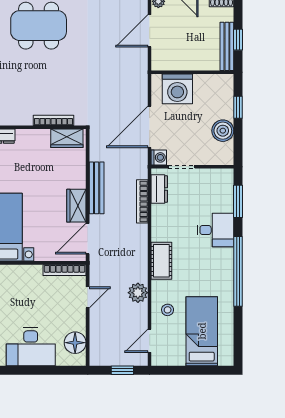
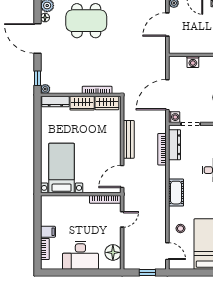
washing machine: (177, 89) -> (193, 62), width x0.53, depth x0.53
dresser: (159, 189) -> (175, 145), width x1.44
wardrobe: (76, 206) -> (82, 103), moved, turned -90
plant: (138, 293) -> (159, 216), removed
door: (150, 341) -> (167, 251), swing flipped

